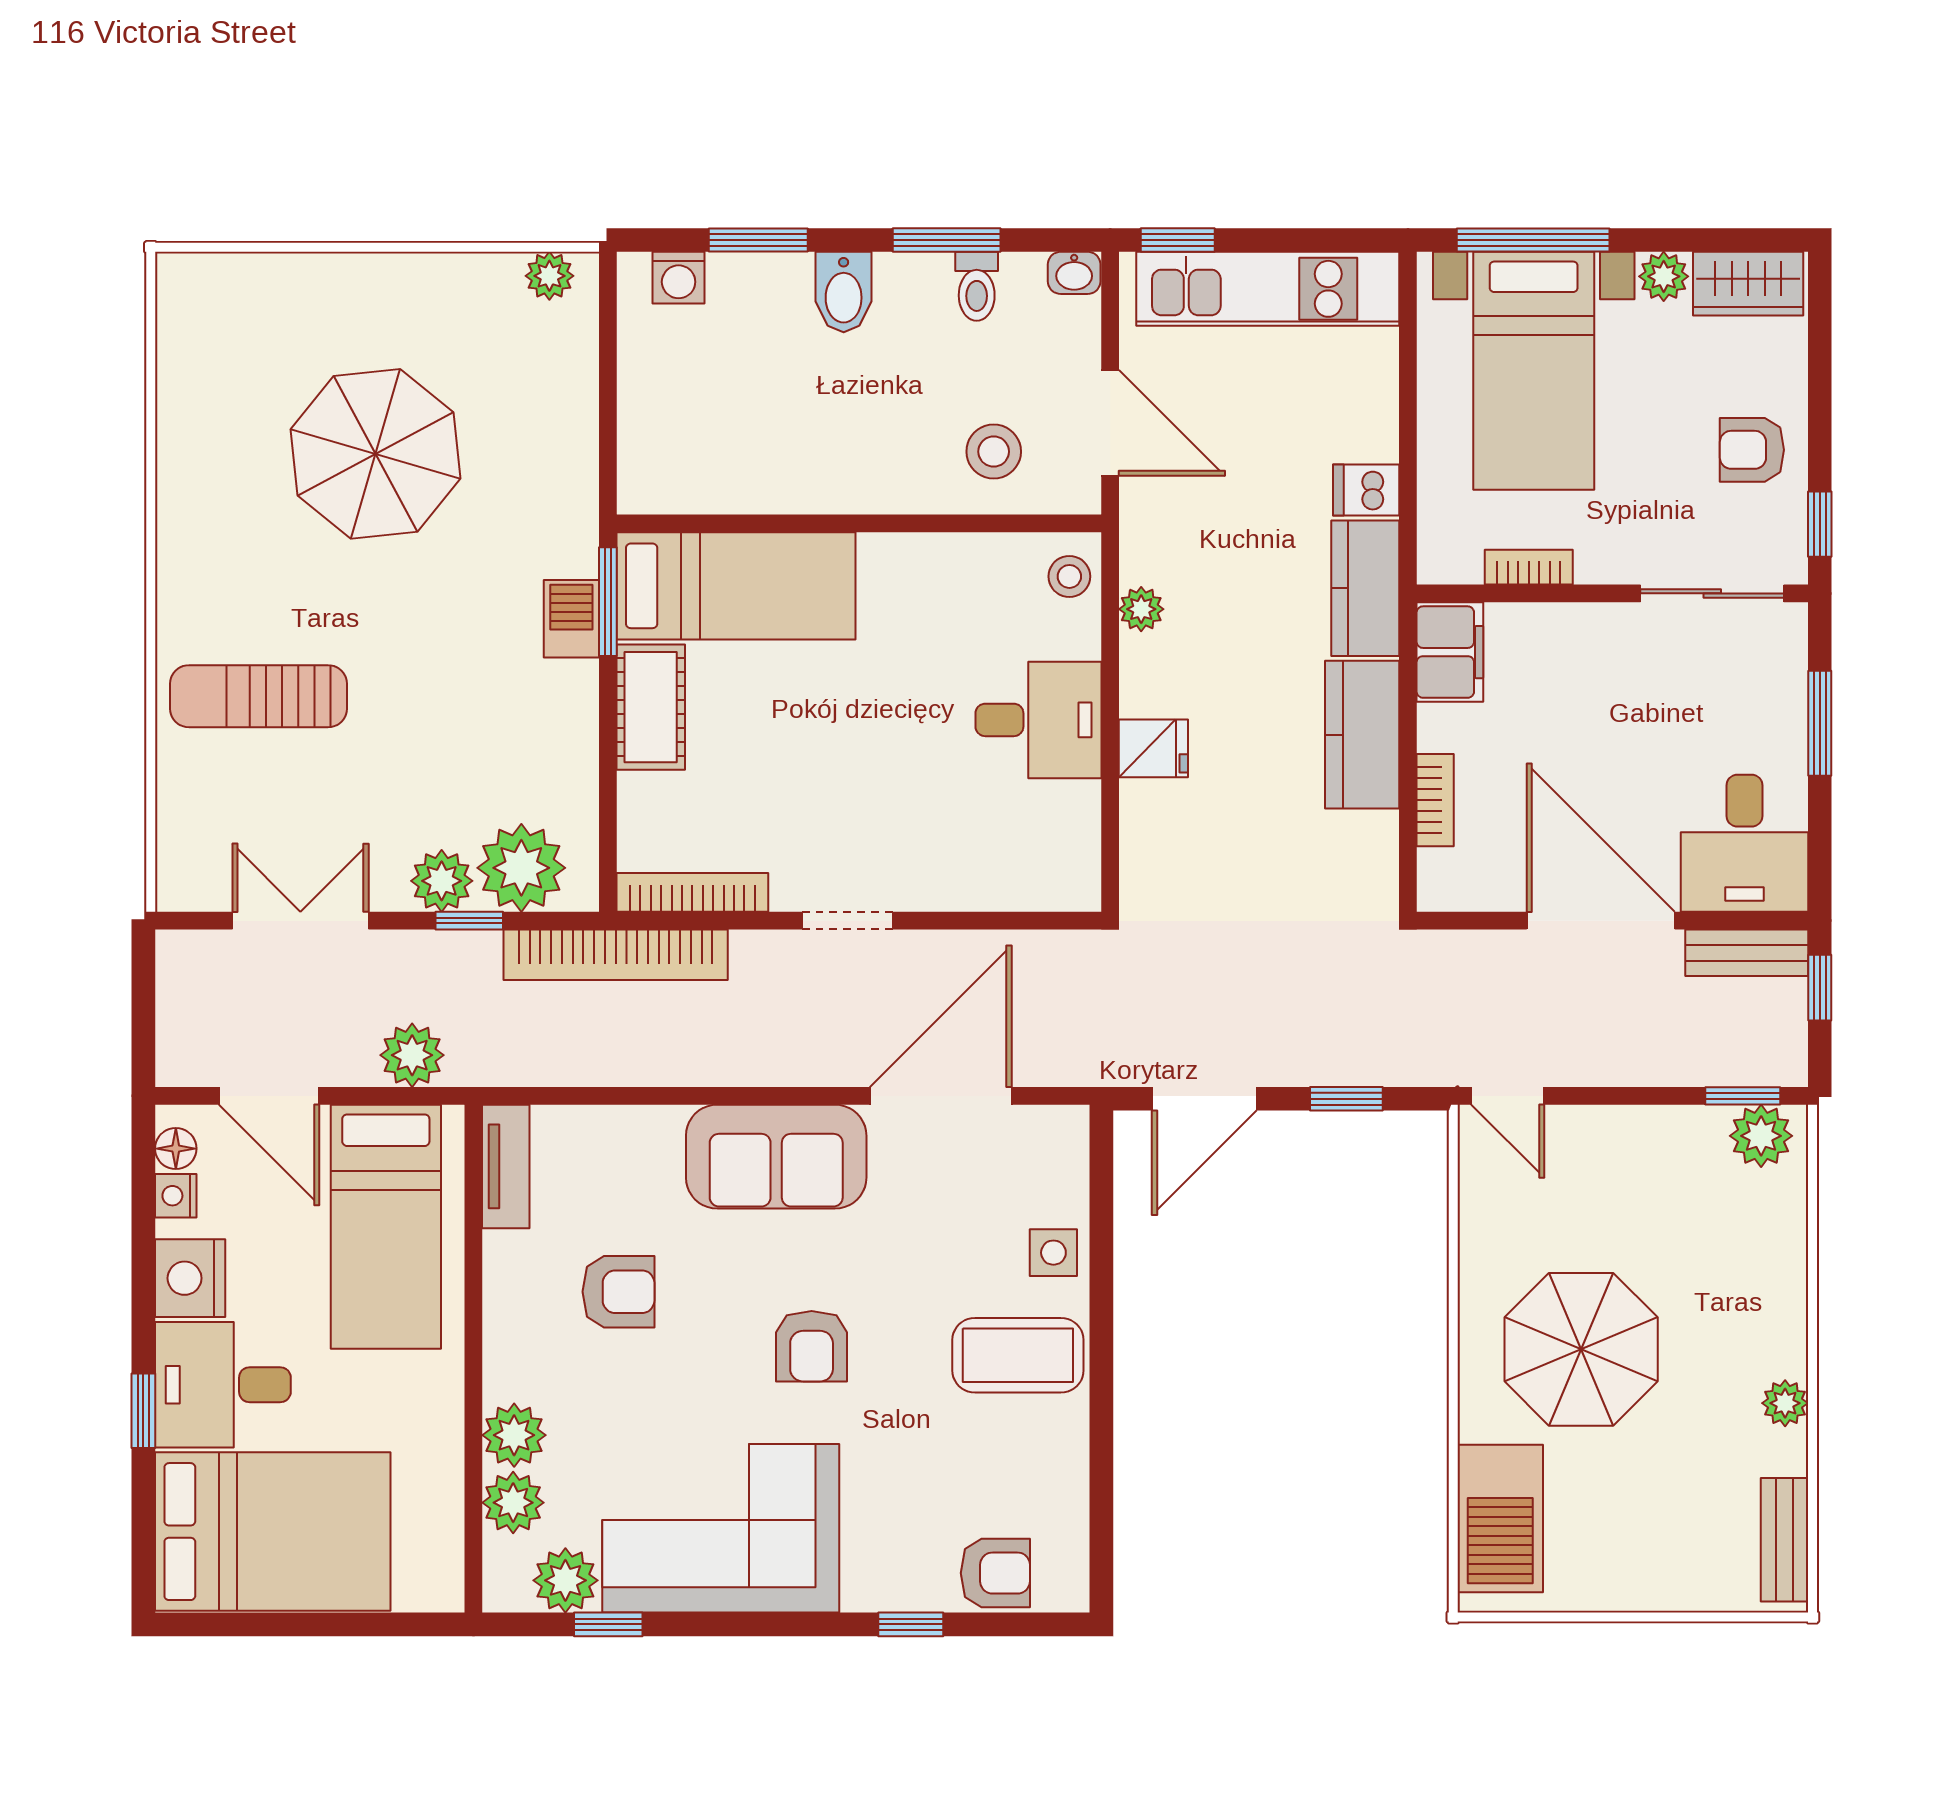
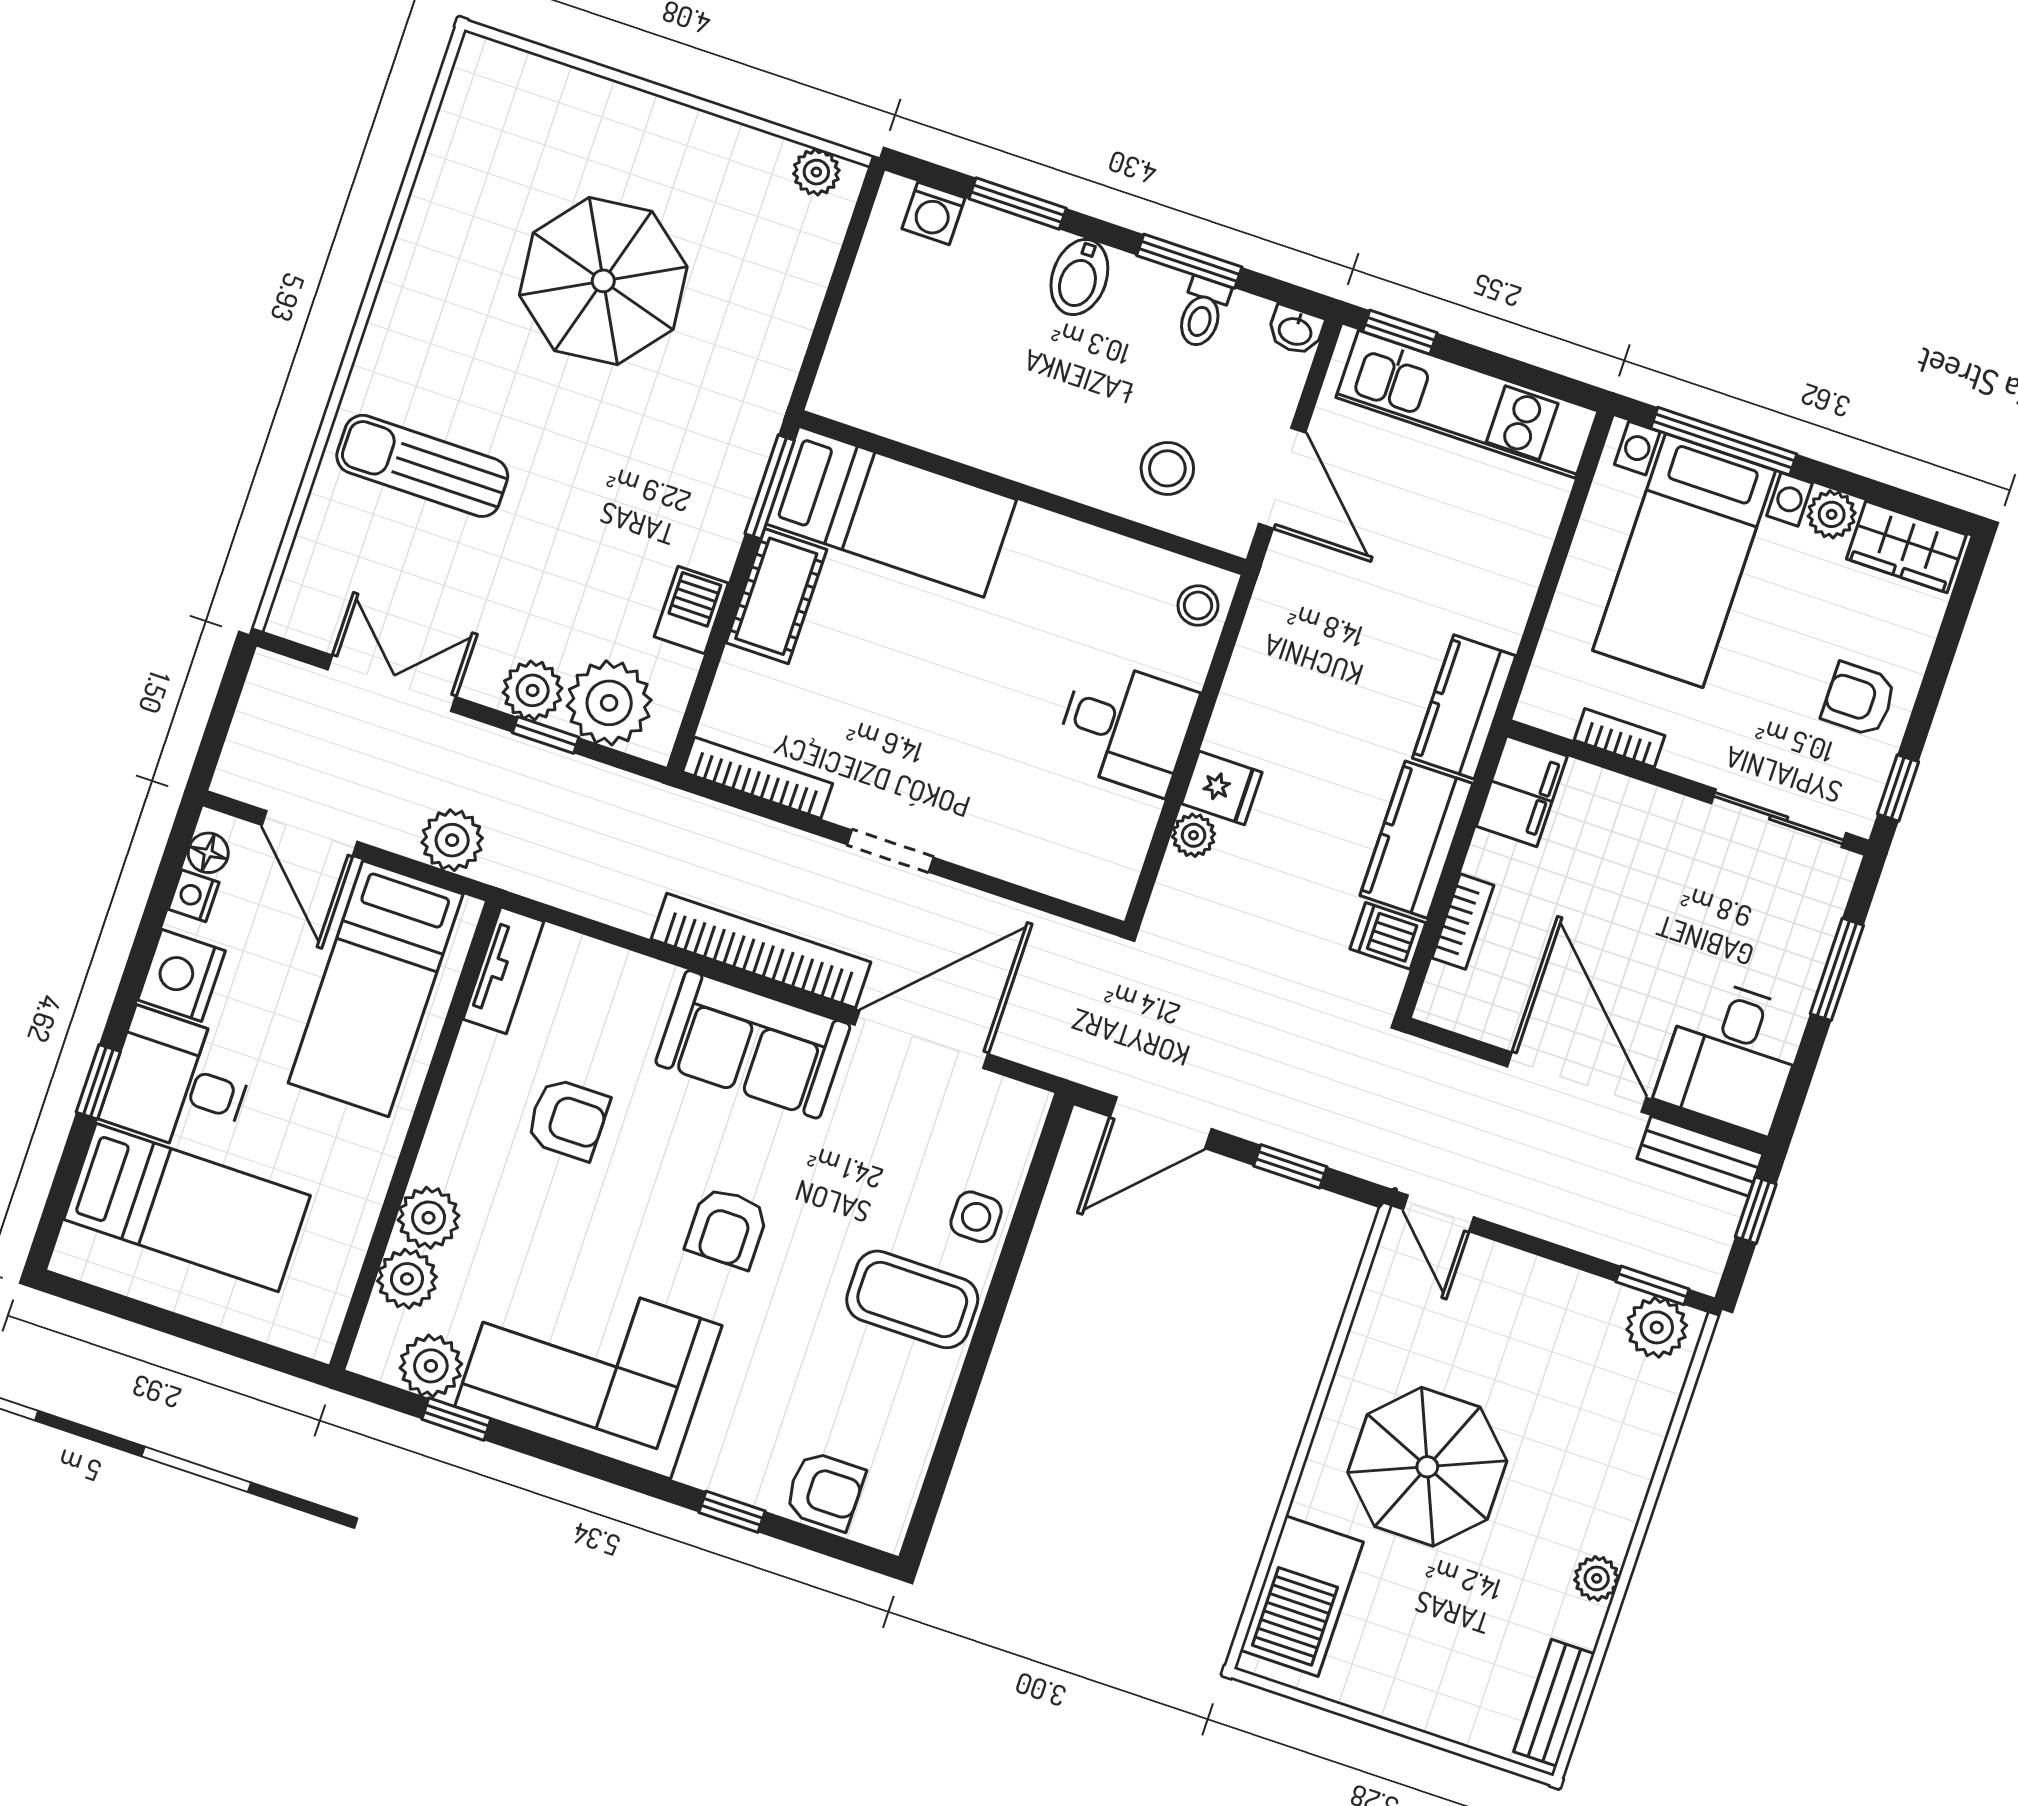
dishwasher: (1366, 490) -> (1388, 936), moved
plant: (1141, 609) -> (1194, 835), moved
barbecue: (571, 619) -> (691, 610), moved
bookcase: (616, 955) -> (761, 951), moved, turned 180
bed: (273, 1532) -> (187, 1208), width x0.67

